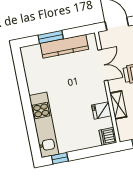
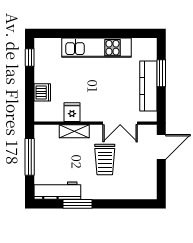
kitchen unit: (44, 125) -> (97, 48), moved
dishwasher: (108, 136) -> (42, 92), moved, turned 90

